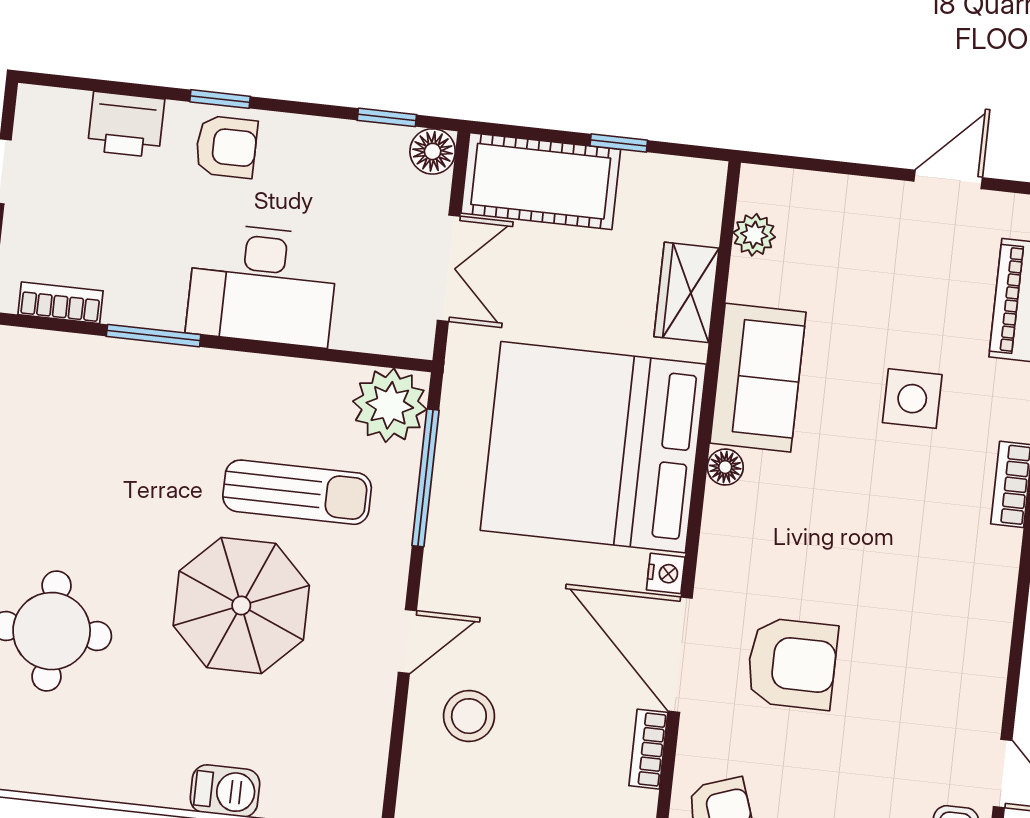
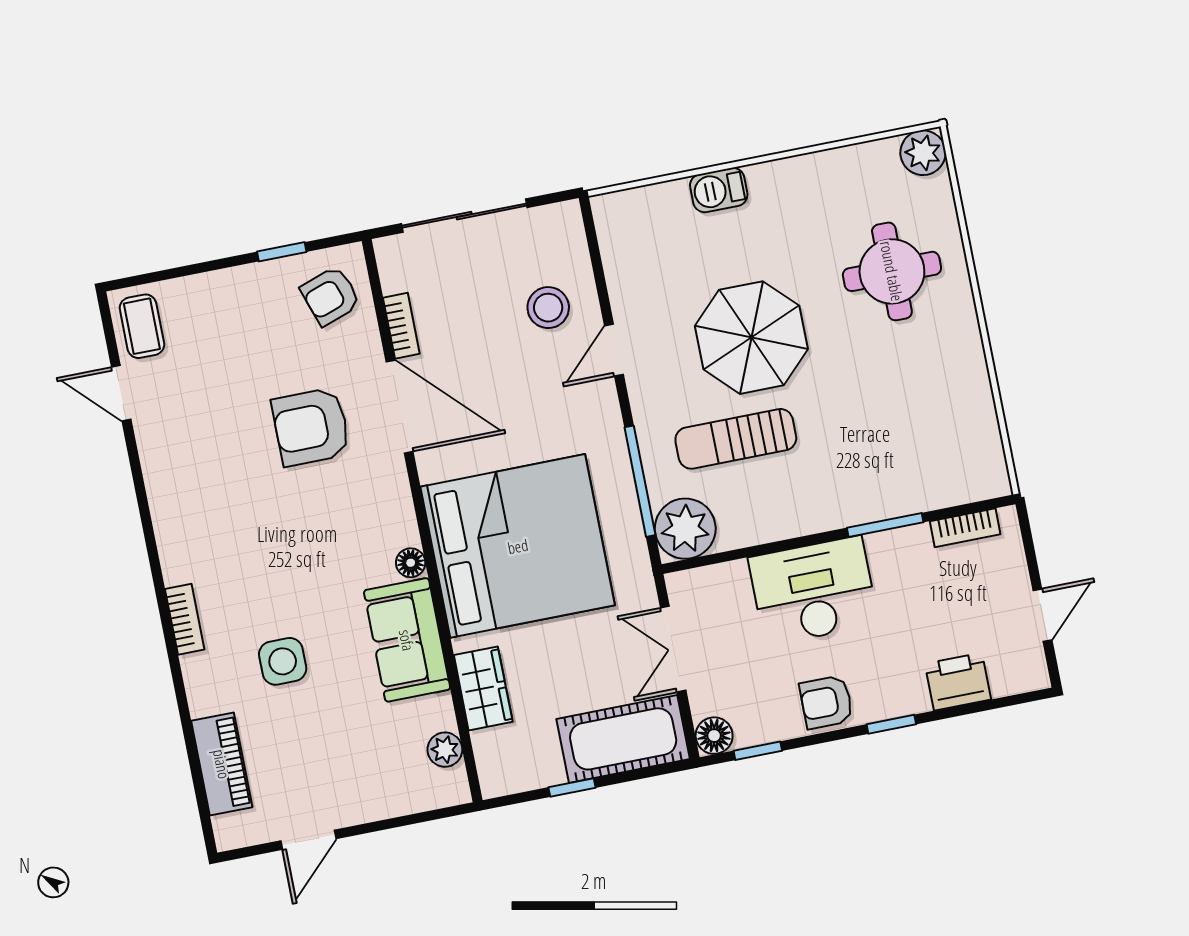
armchair: (226, 147) -> (826, 702), moved
nightstand: (666, 573) -> (431, 466), removed

